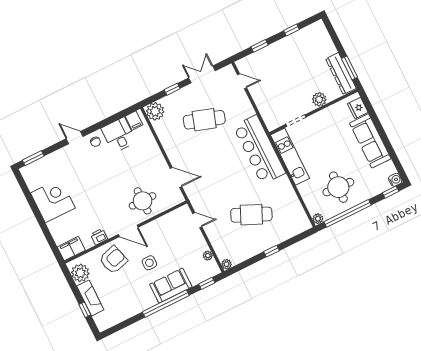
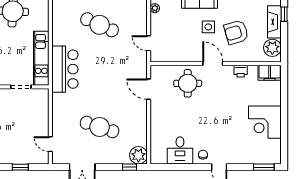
window: (172, 89) -> (130, 167), moved
filing cabinet: (134, 121) -> (161, 156), removed
bar counter: (259, 150) -> (65, 69), width x0.73
armchair: (113, 260) -> (236, 32), moved

